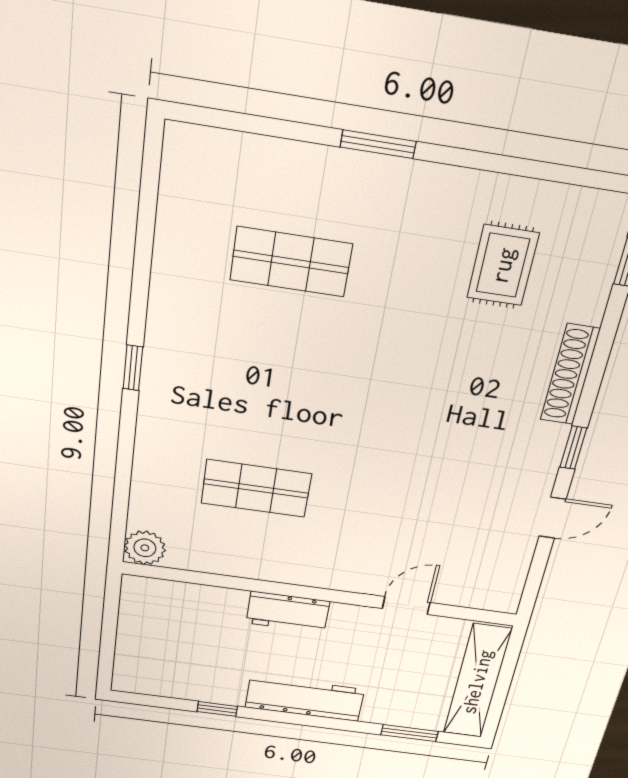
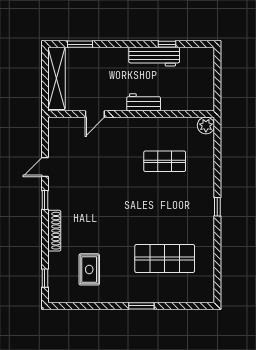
shop shelf: (291, 262) -> (165, 258), width x1.43, depth x1.36
workbench: (305, 698) -> (154, 57), moved

